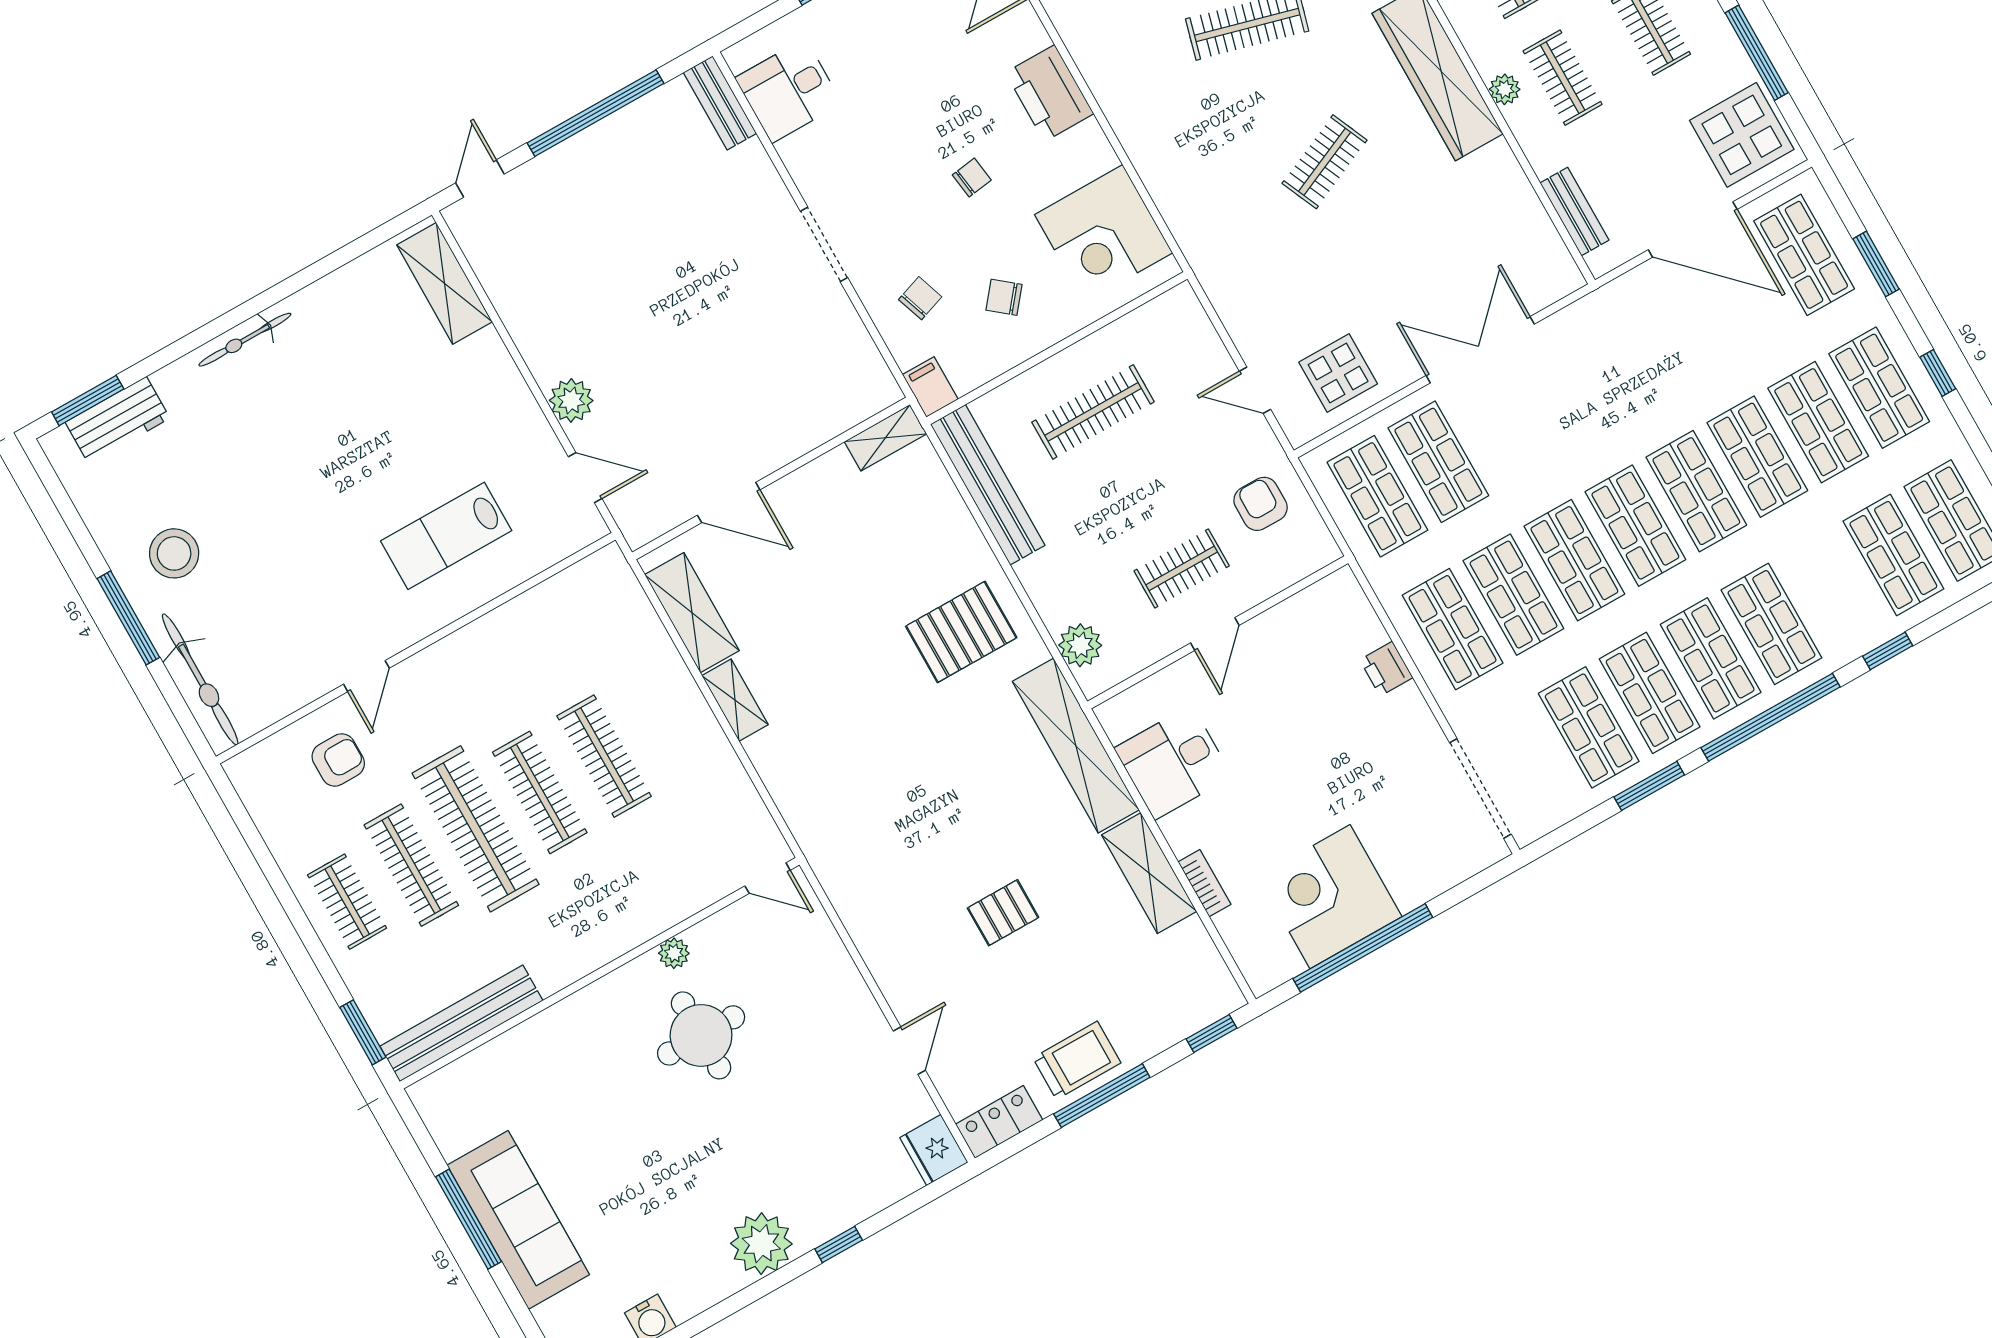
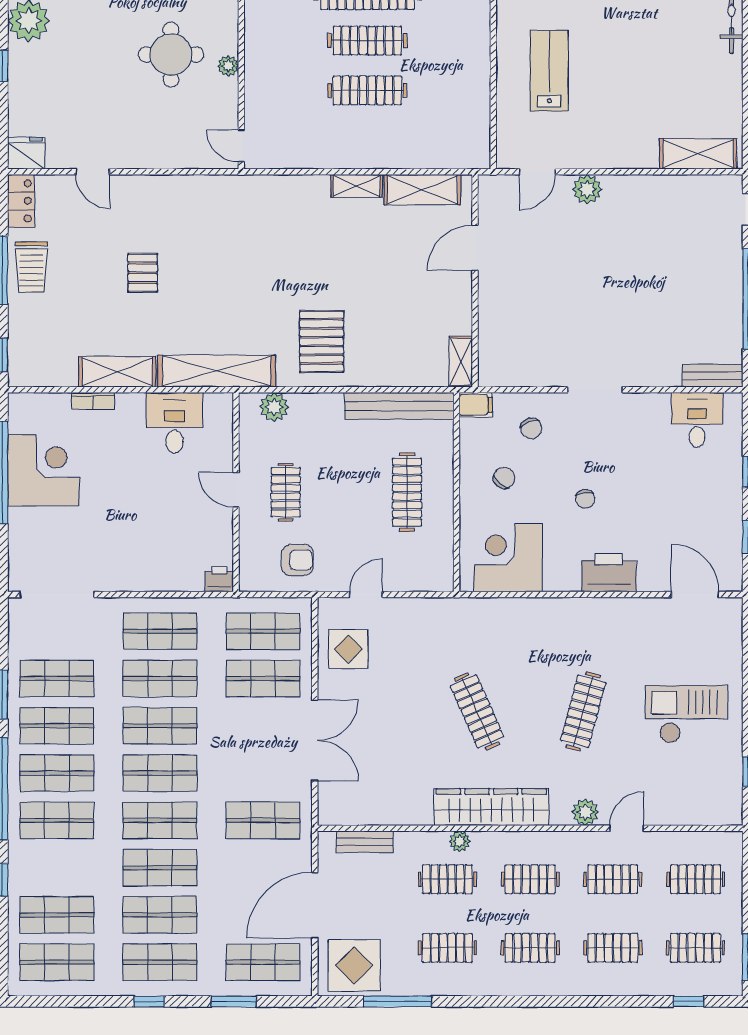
clothes rail: (1325, 162) -> (477, 711), width x1.36
shop shelf: (1621, 358) -> (263, 820), added
printer: (1386, 669) -> (219, 579), moved
door: (768, 878) -> (241, 146), hinge flipped

